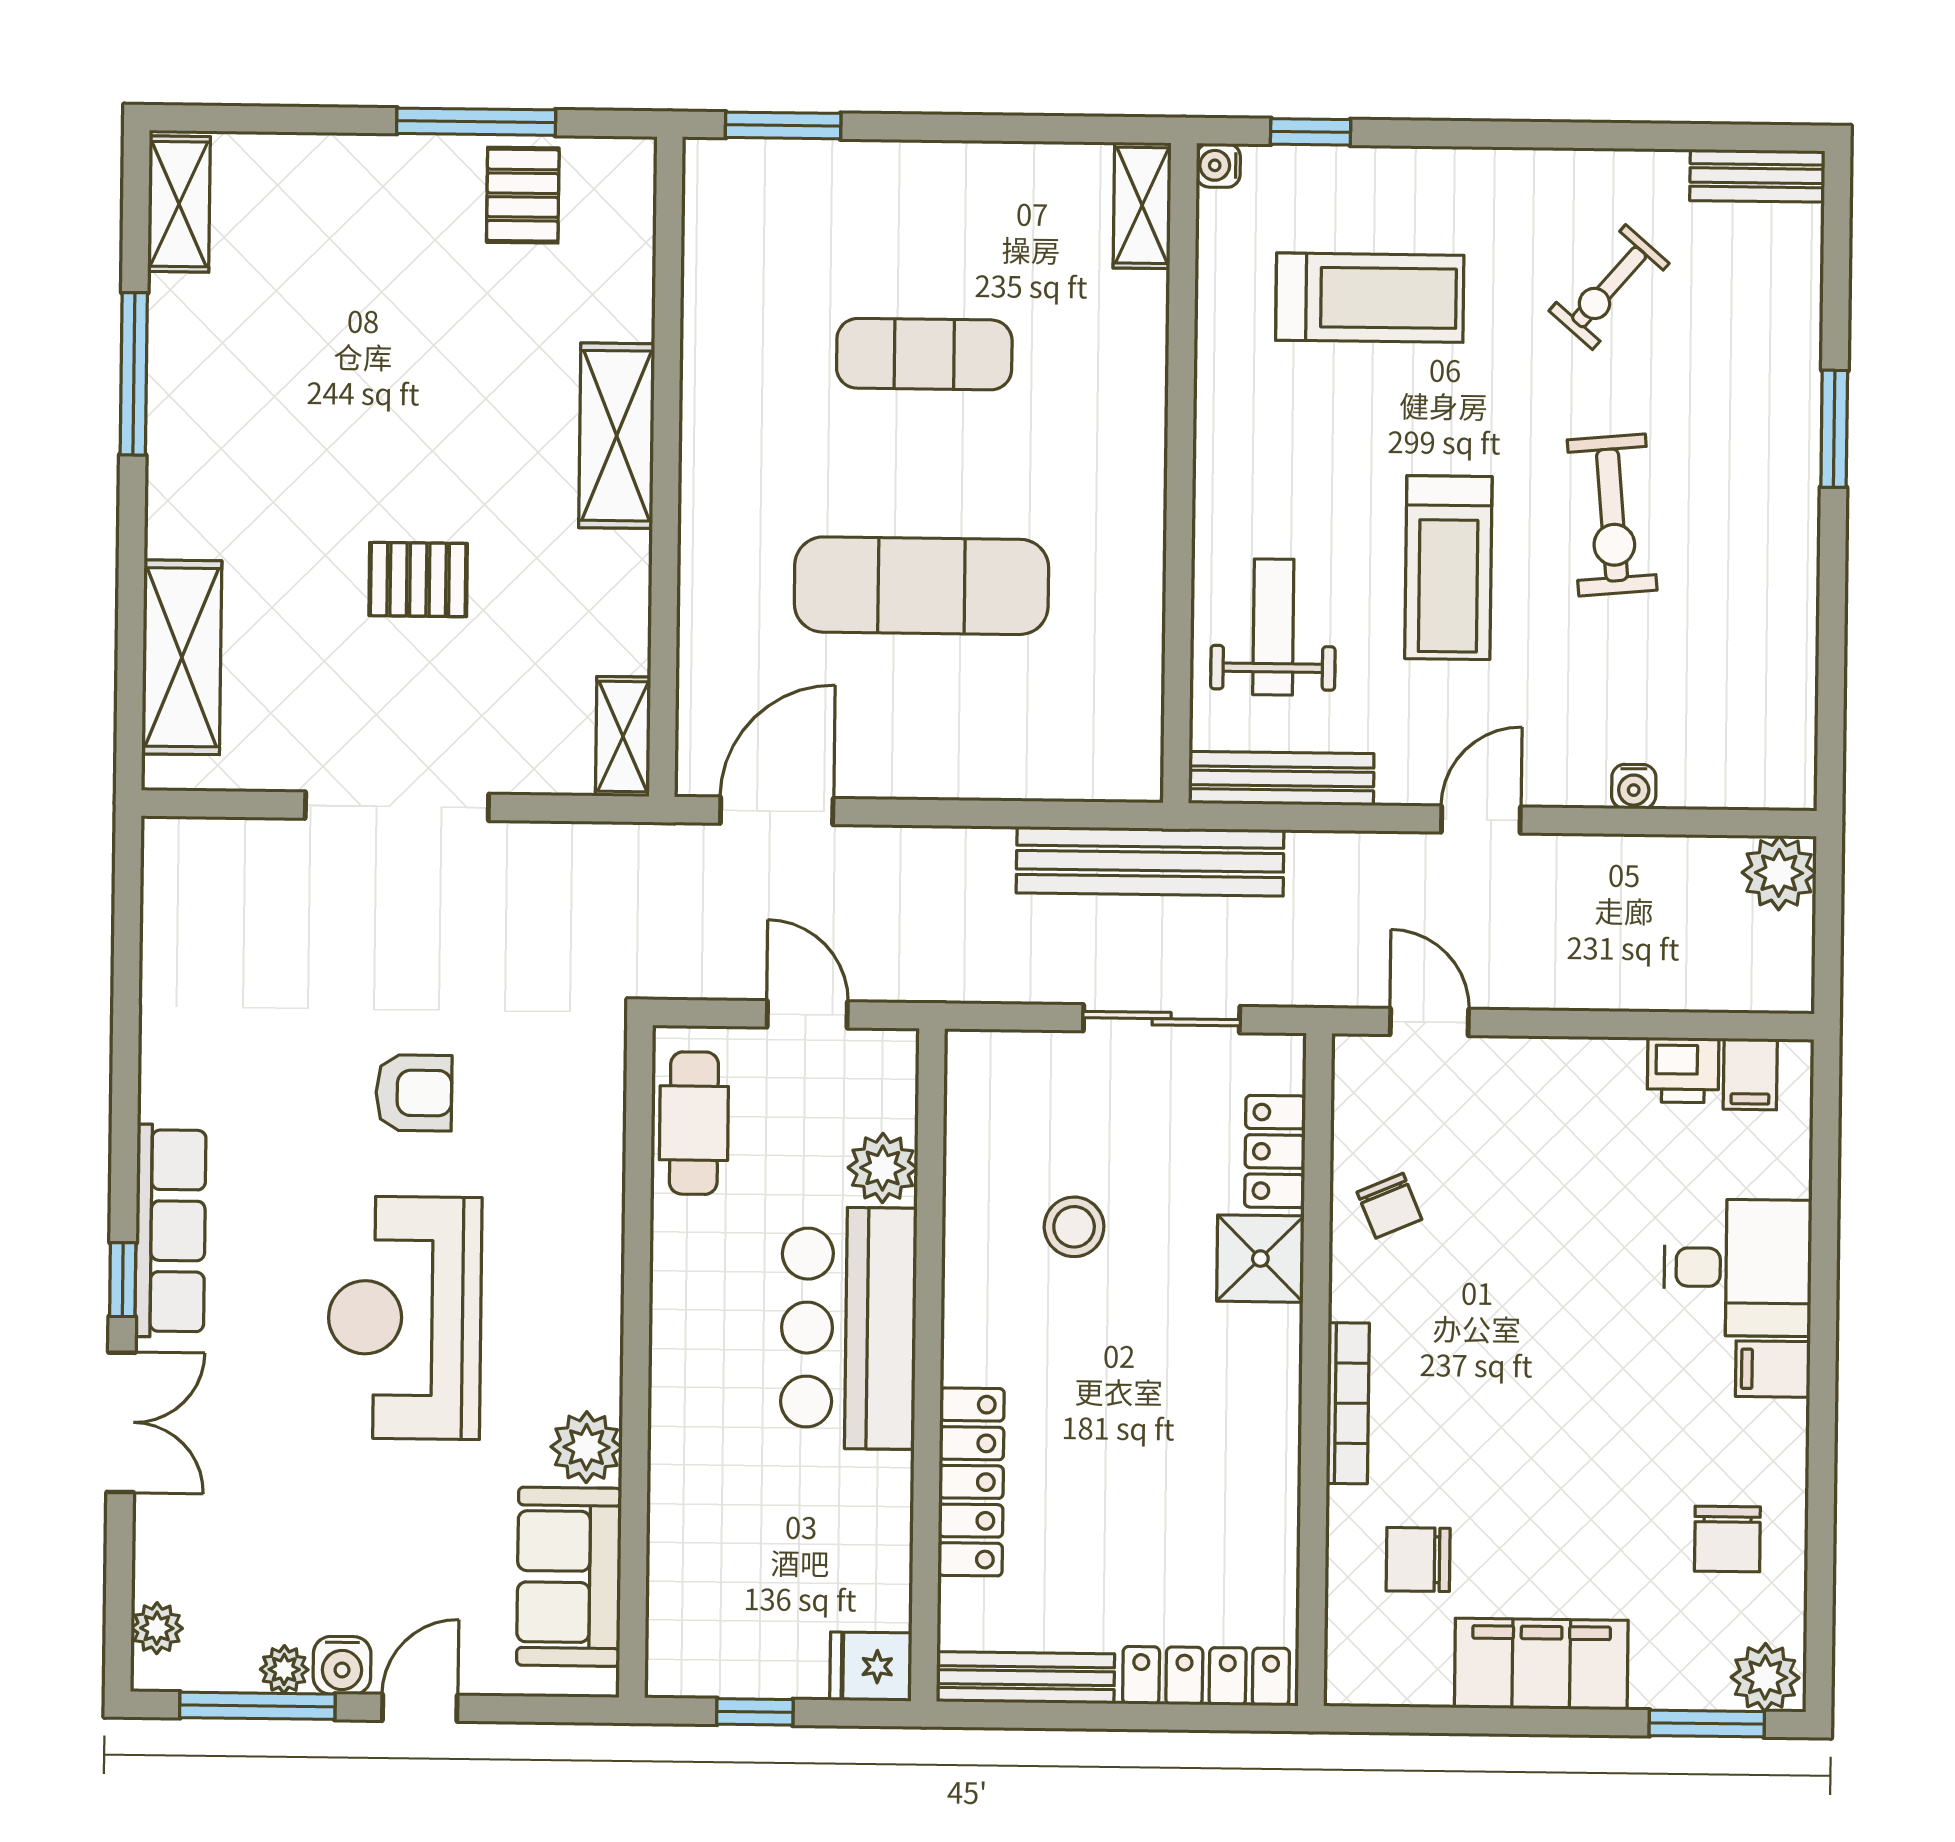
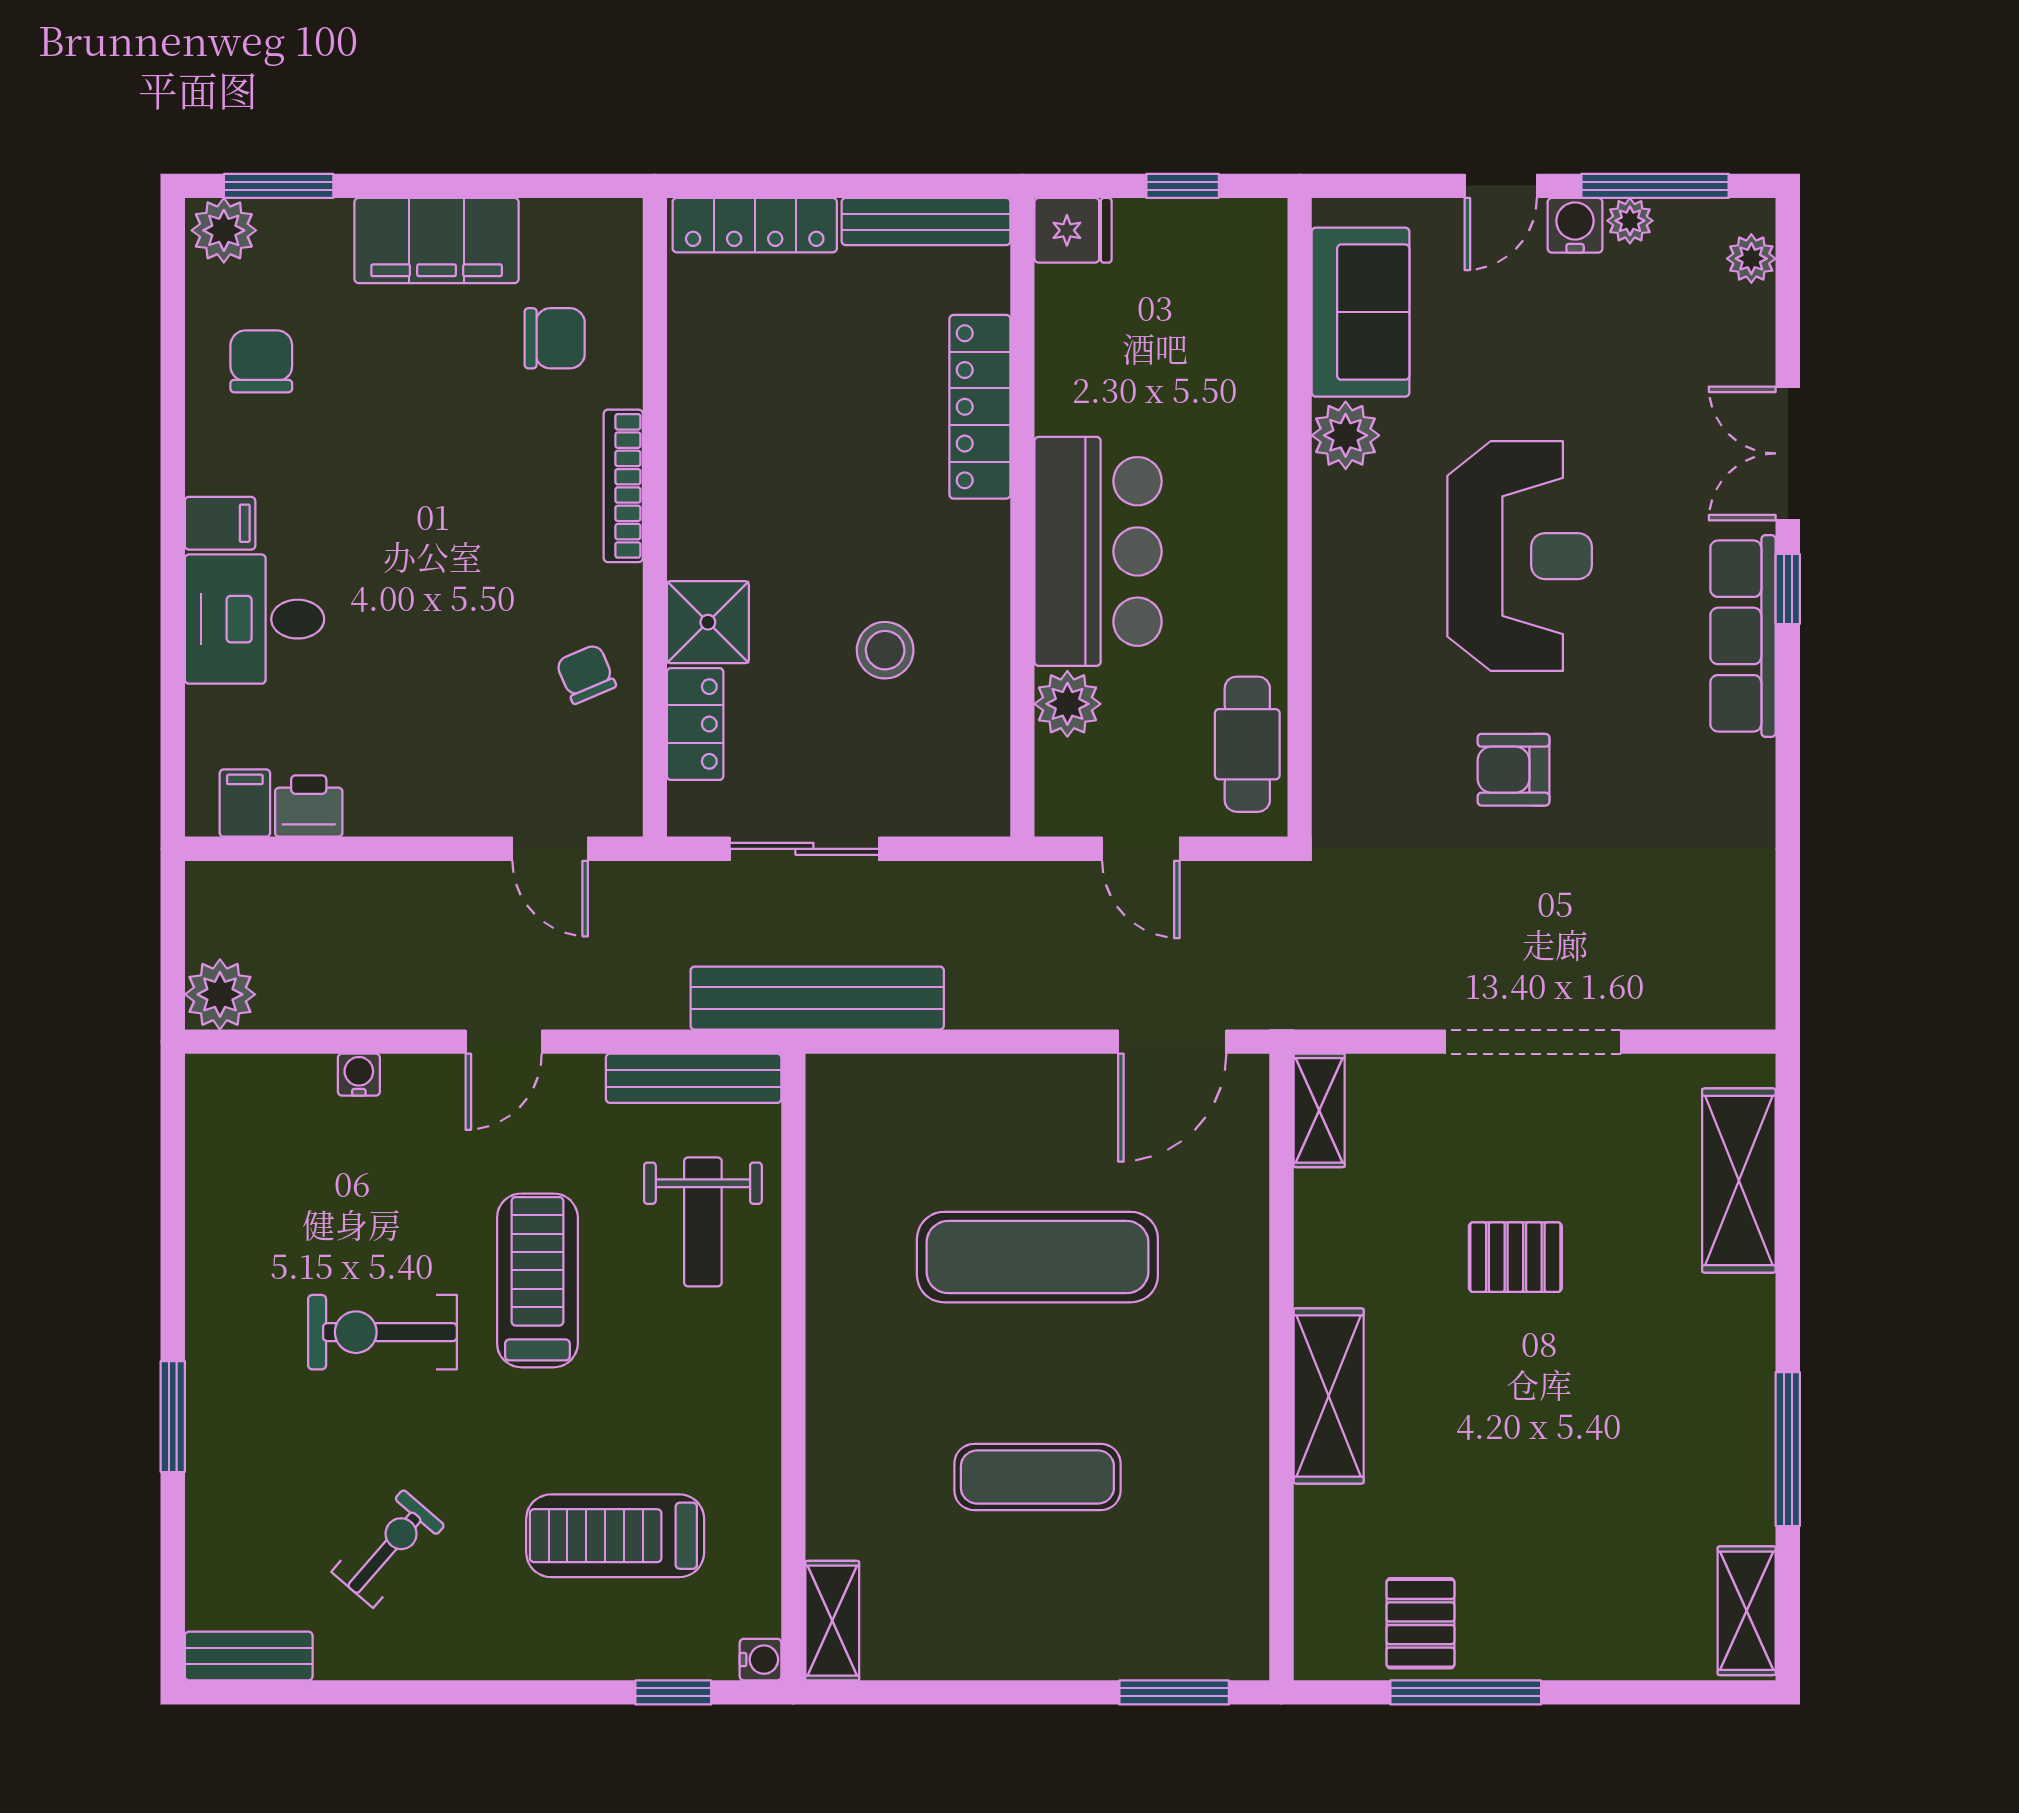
exercise bike: (1612, 515) -> (383, 1332), turned -85

